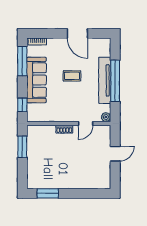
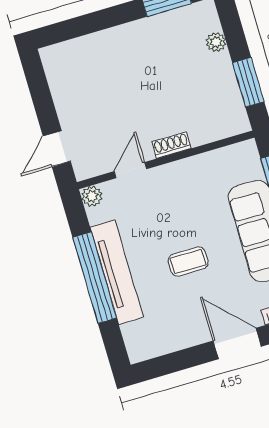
door: (77, 33) -> (237, 344), moved
door: (115, 154) -> (57, 149), moved
plant: (31, 169) -> (216, 42), added

